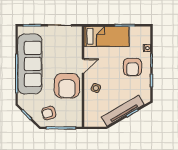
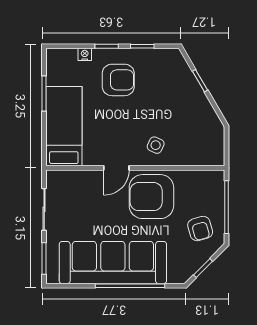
door: (83, 66) -> (116, 168), swing flipped
armchair: (67, 86) -> (151, 197), turned 180
tv unit: (123, 111) -> (196, 97), removed

